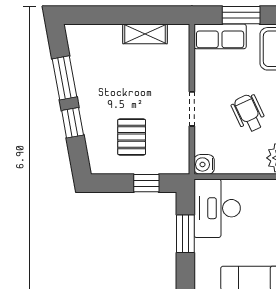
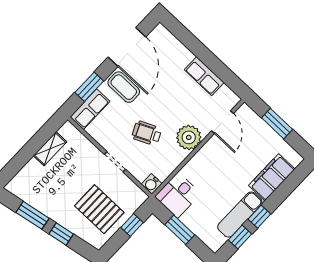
pallet: (132, 137) -> (99, 209), width x1.50, depth x1.42
desk: (217, 208) -> (178, 195), width x0.73

